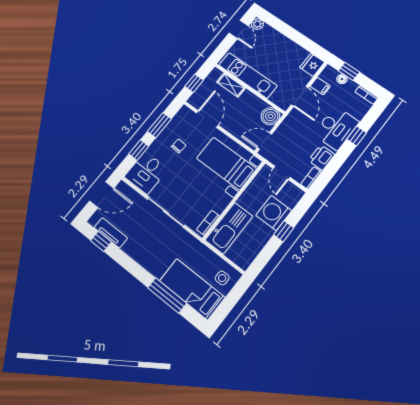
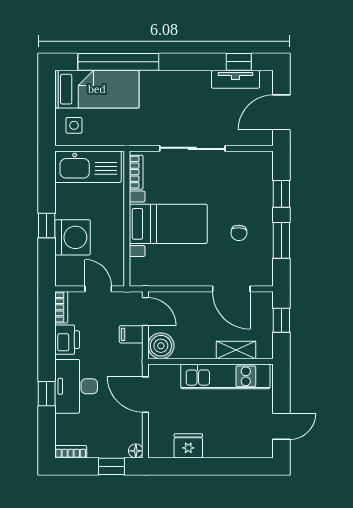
plant: (257, 24) -> (264, 449), removed
door: (239, 29) -> (281, 426), swing flipped
fridge: (312, 65) -> (188, 446), moved, turned -90
floor lamp: (342, 79) -> (136, 451), moved
filing cabinet: (320, 86) -> (131, 334), moved
door: (264, 141) -> (145, 311), hinge flipped
bed with nightstands: (226, 163) -> (168, 224), moved
desk: (146, 173) -> (251, 175), removed
kitchen sink: (229, 228) -> (88, 167), moved, turned -90
window: (167, 295) -> (118, 62), width x1.46

